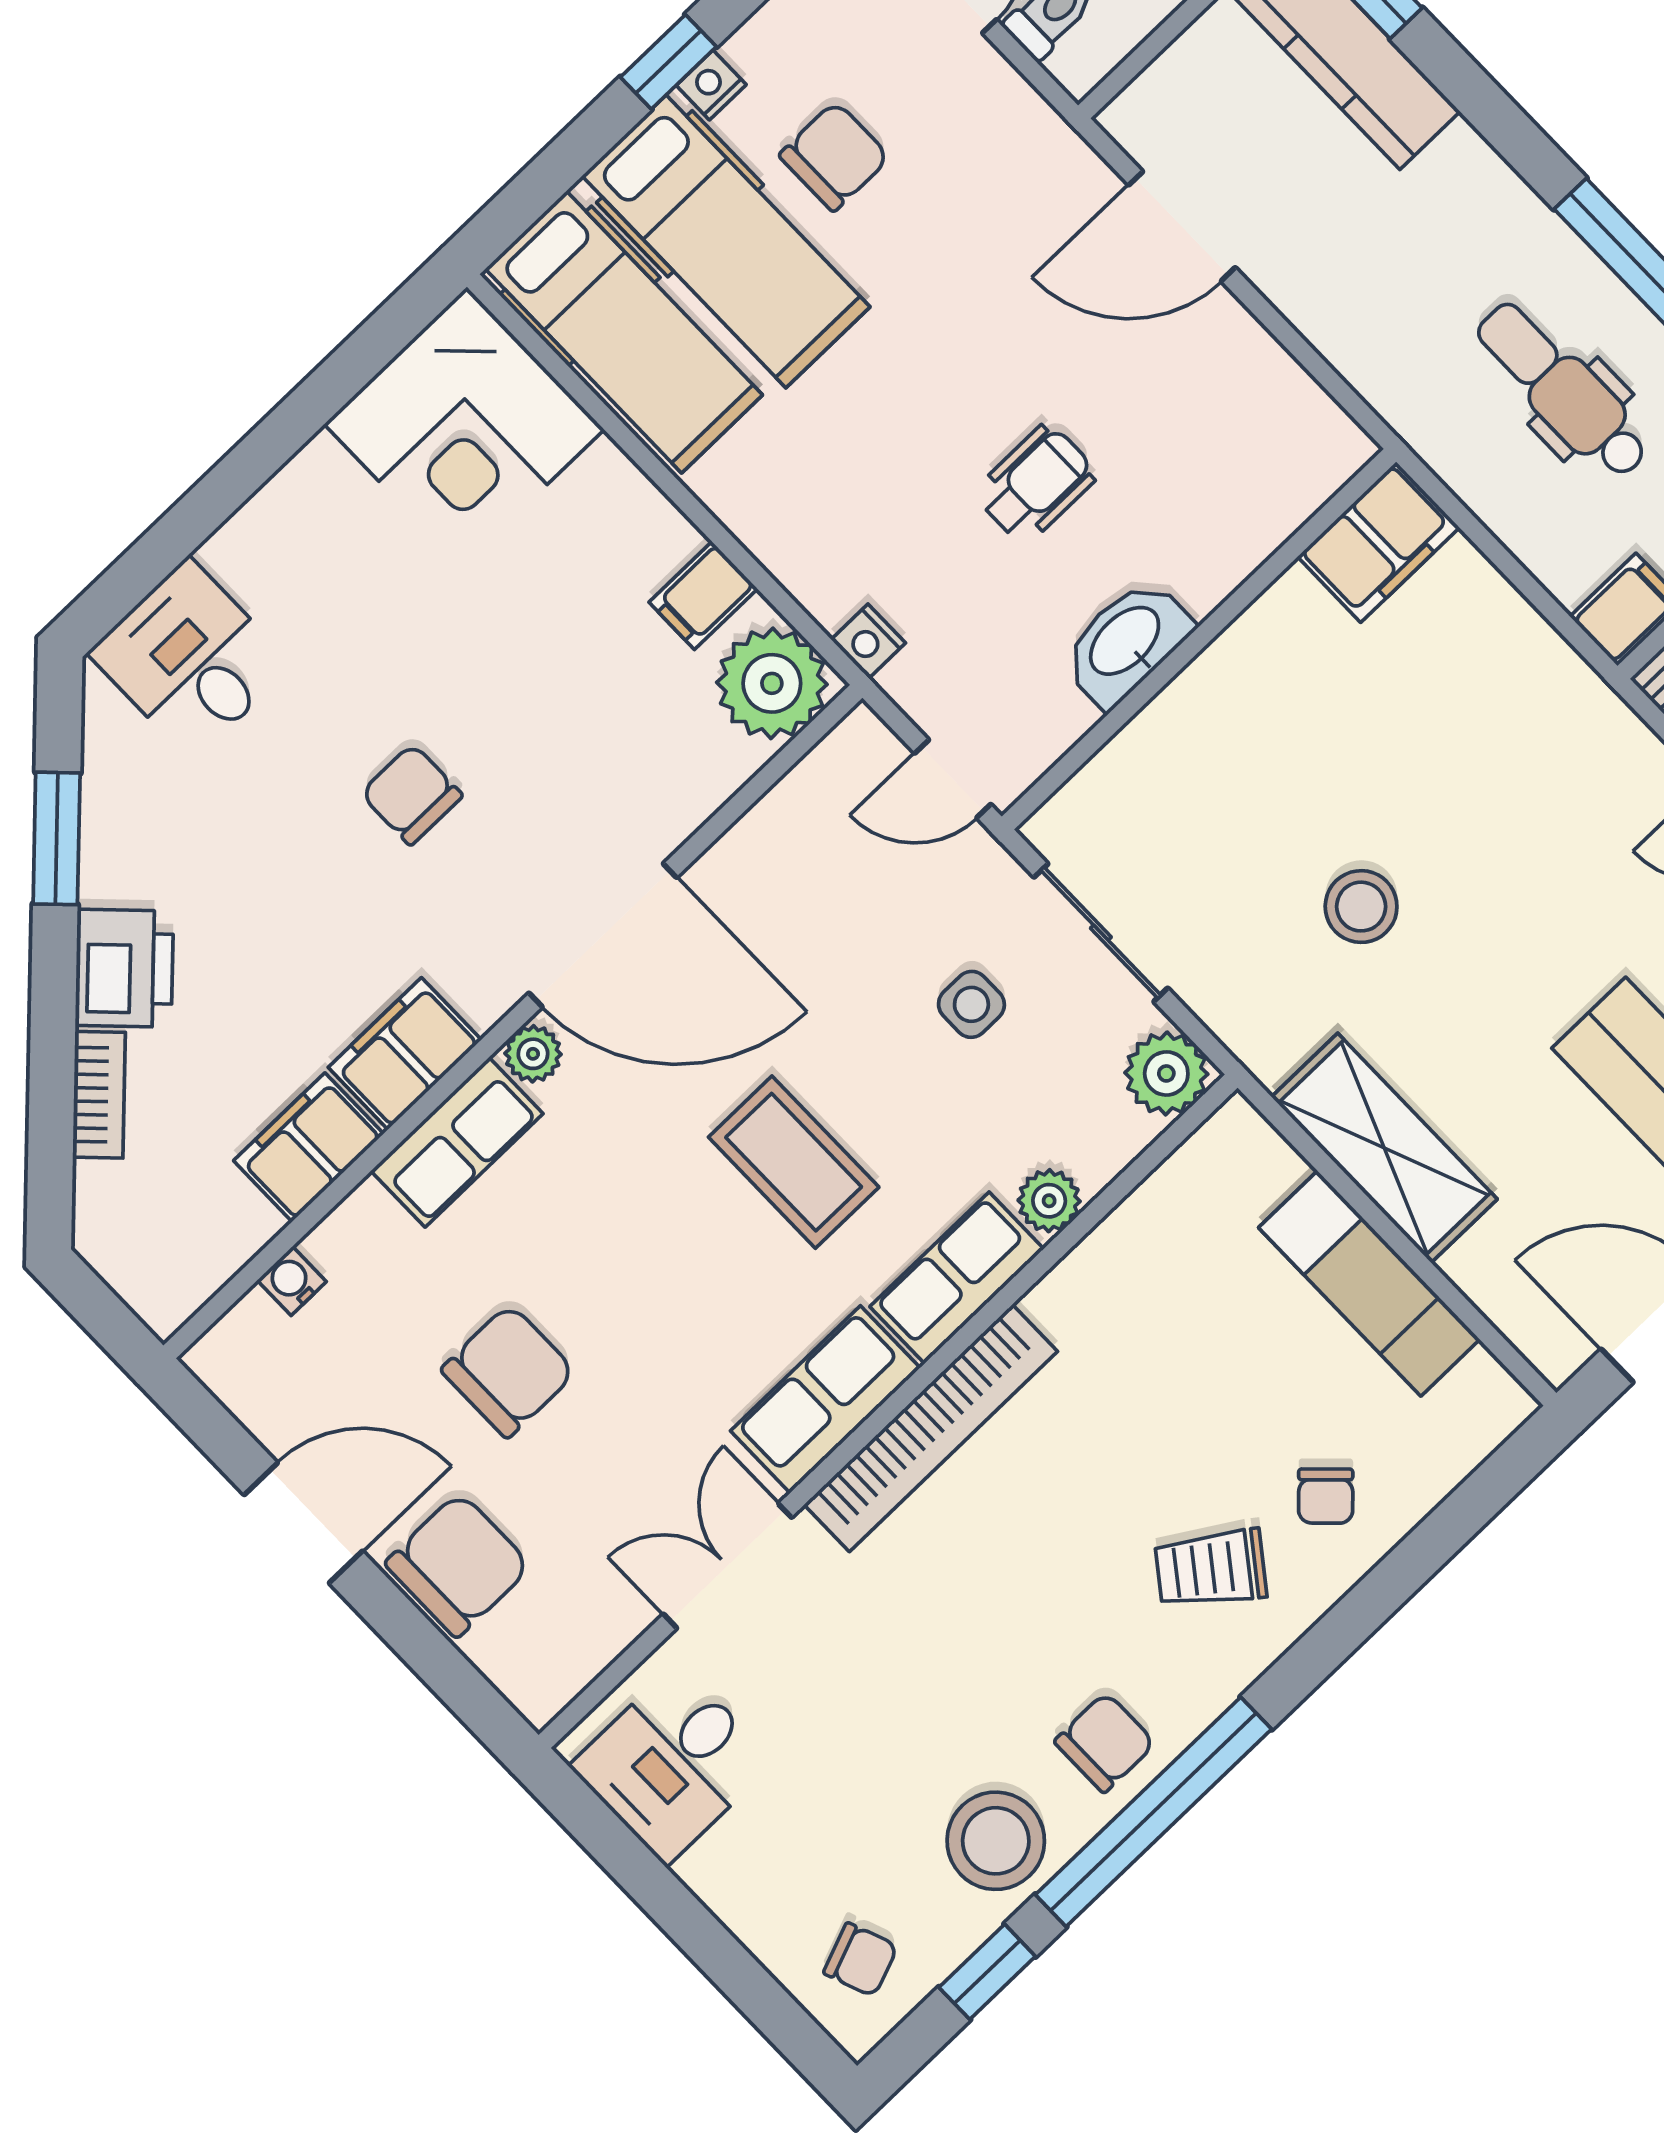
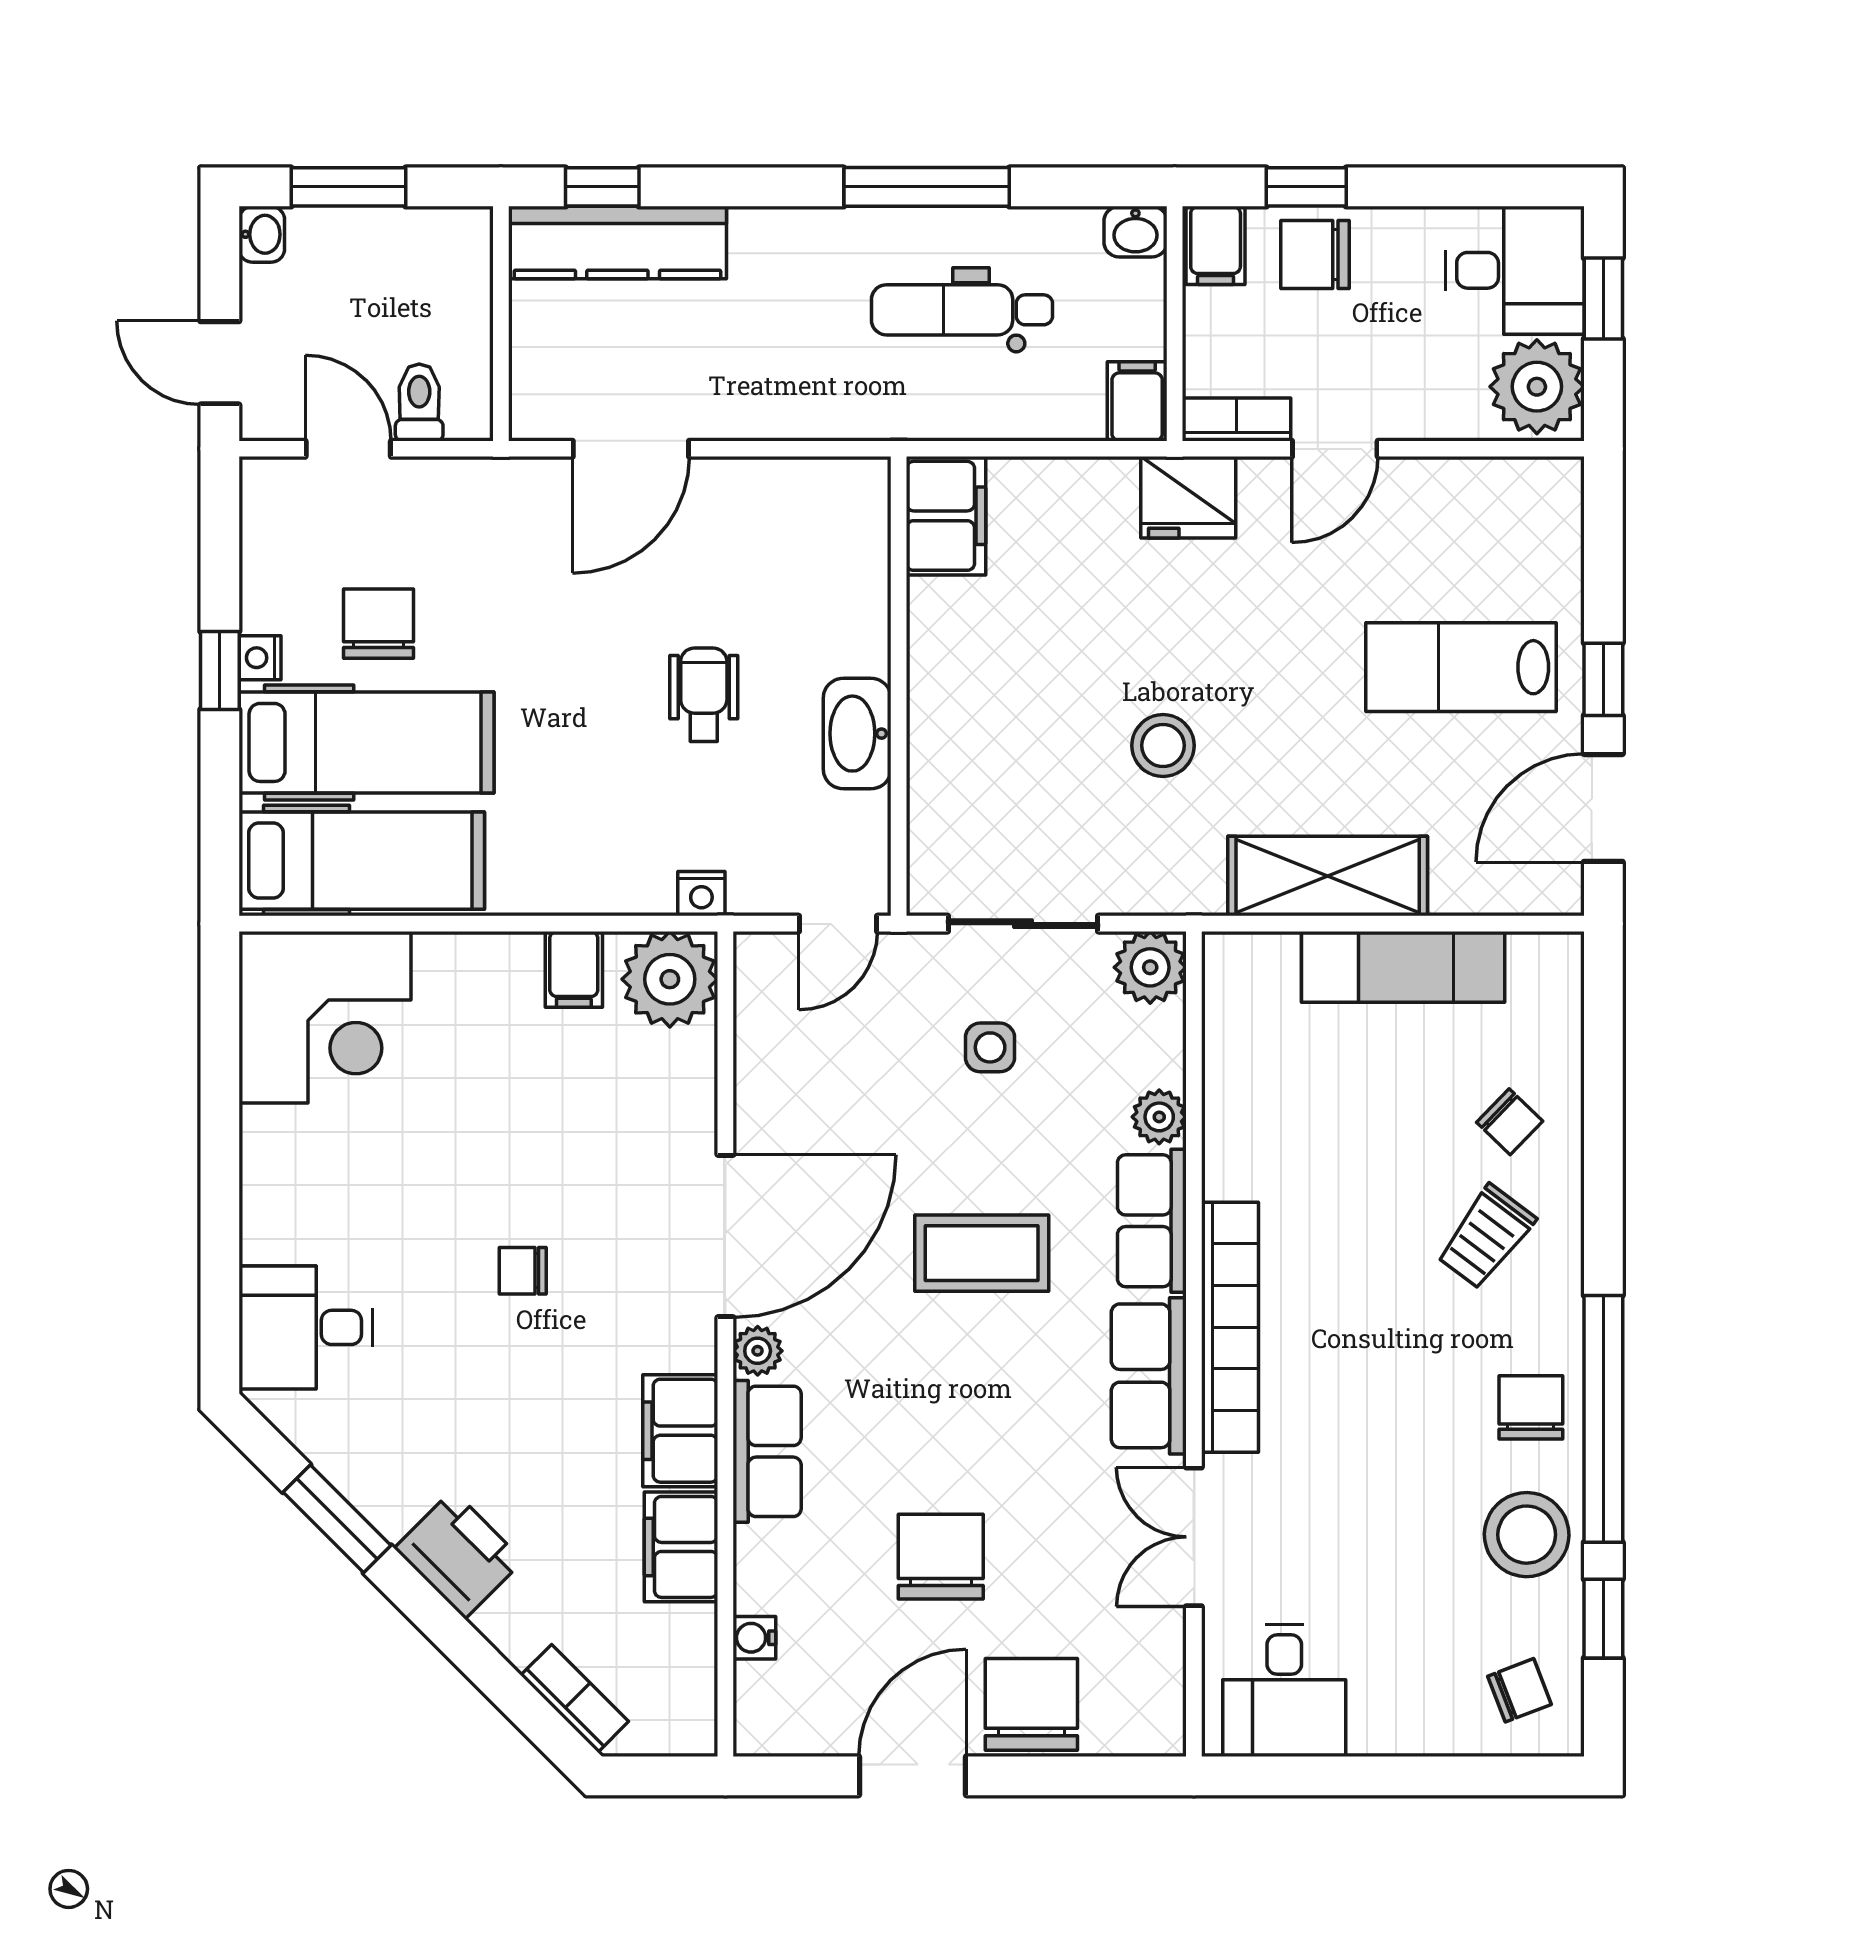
fridge: (1588, 729) -> (1188, 497), added
chair: (412, 794) -> (523, 1271), width x0.73, depth x0.73
bookcase: (99, 1095) -> (575, 1698), moved

